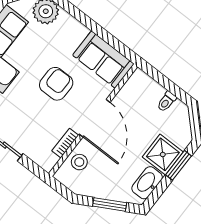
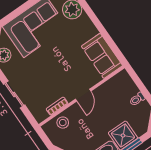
armchair: (56, 84) -> (64, 63), removed
door: (95, 118) -> (83, 95), width x0.53

